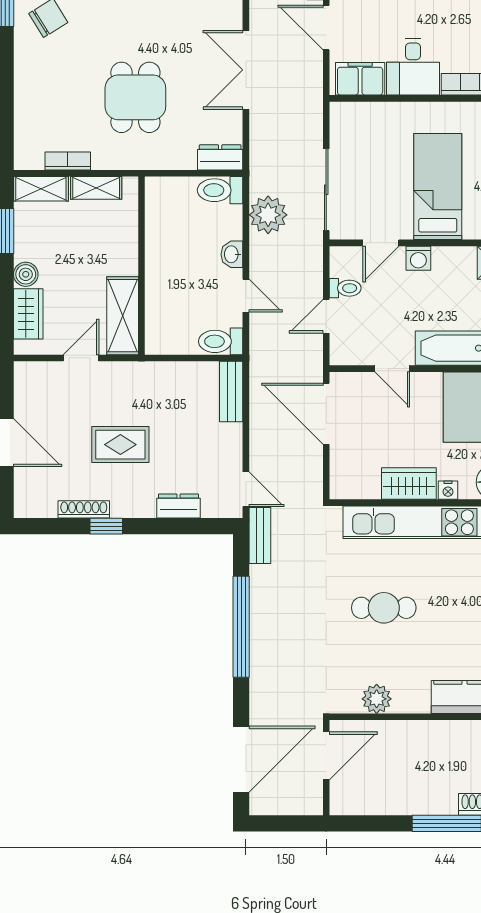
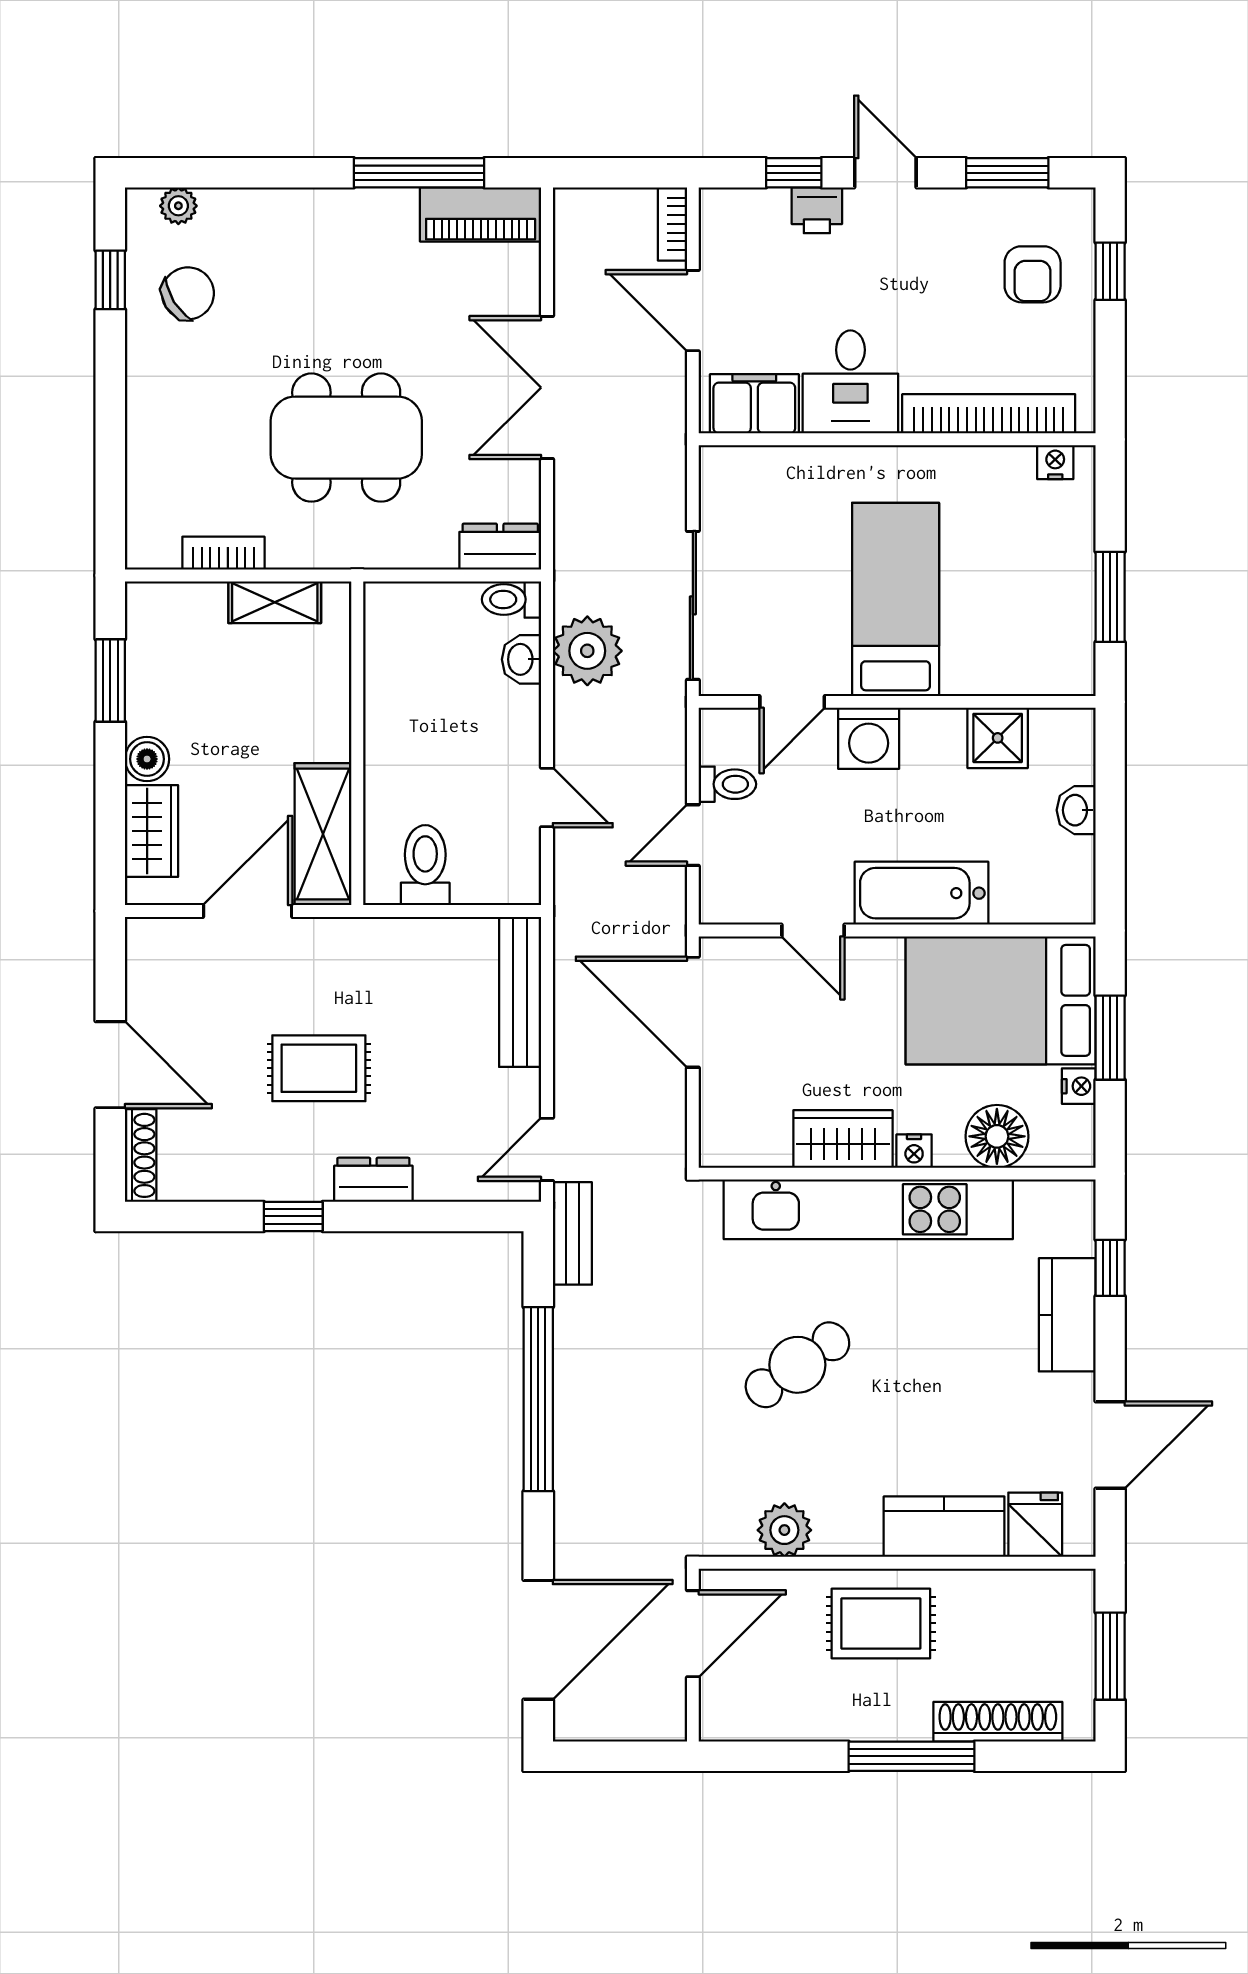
dining table: (135, 97) -> (346, 438), width x1.38
shelving: (41, 189) -> (175, 604), removed
toilet: (220, 190) -> (511, 599), width x0.73, depth x0.72
washbasin: (232, 254) -> (521, 659), moved
washing machine: (418, 258) -> (869, 738), width x1.38, depth x1.38
toilet: (221, 341) -> (425, 865), moved, turned 90
door: (81, 358) -> (248, 911), width x1.38
bench: (231, 392) -> (520, 992), width x1.36
door: (246, 489) -> (547, 1149), swing flipped
dresser: (179, 506) -> (373, 1180), moved
shoe rack: (84, 509) -> (141, 1155), moved, turned 90
cafe table: (384, 608) -> (797, 1365), turned -35
rug: (430, 750) -> (881, 1623), added

